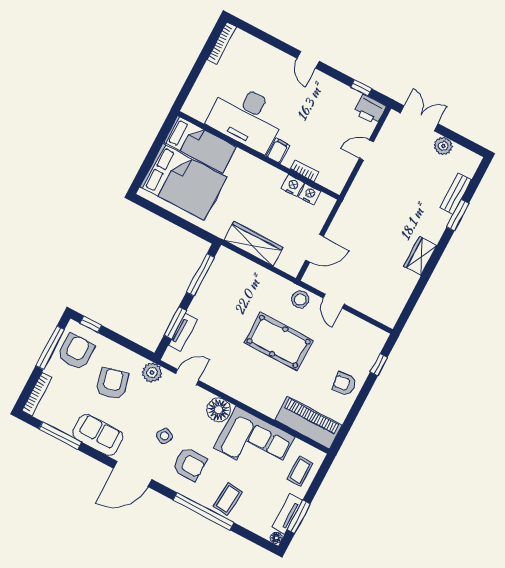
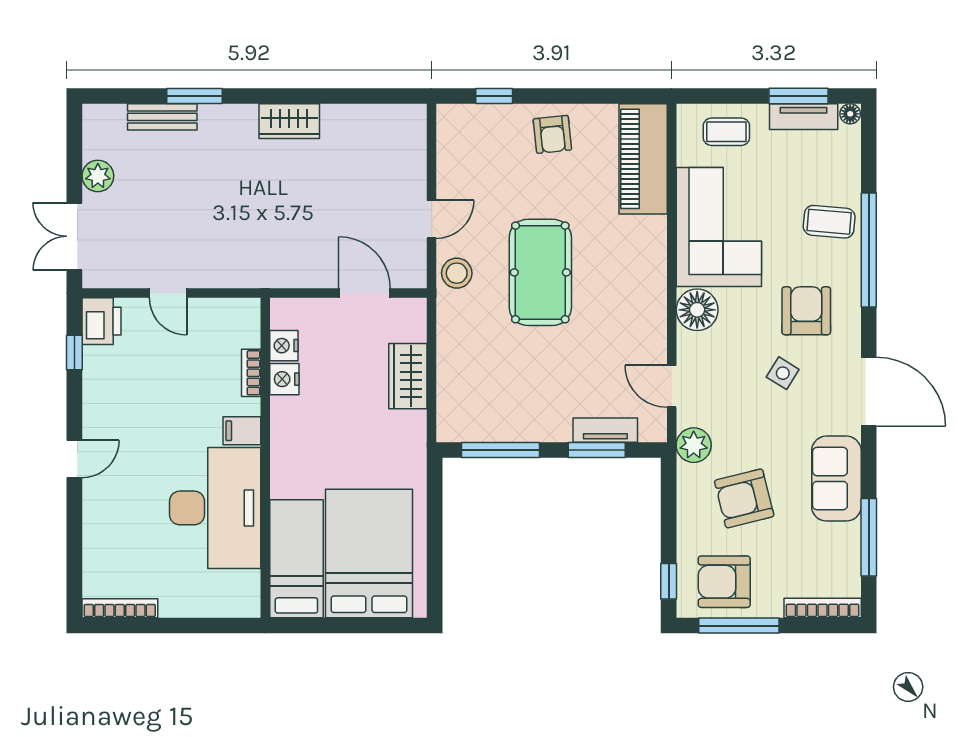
wardrobe: (254, 244) -> (408, 376), width x0.67

